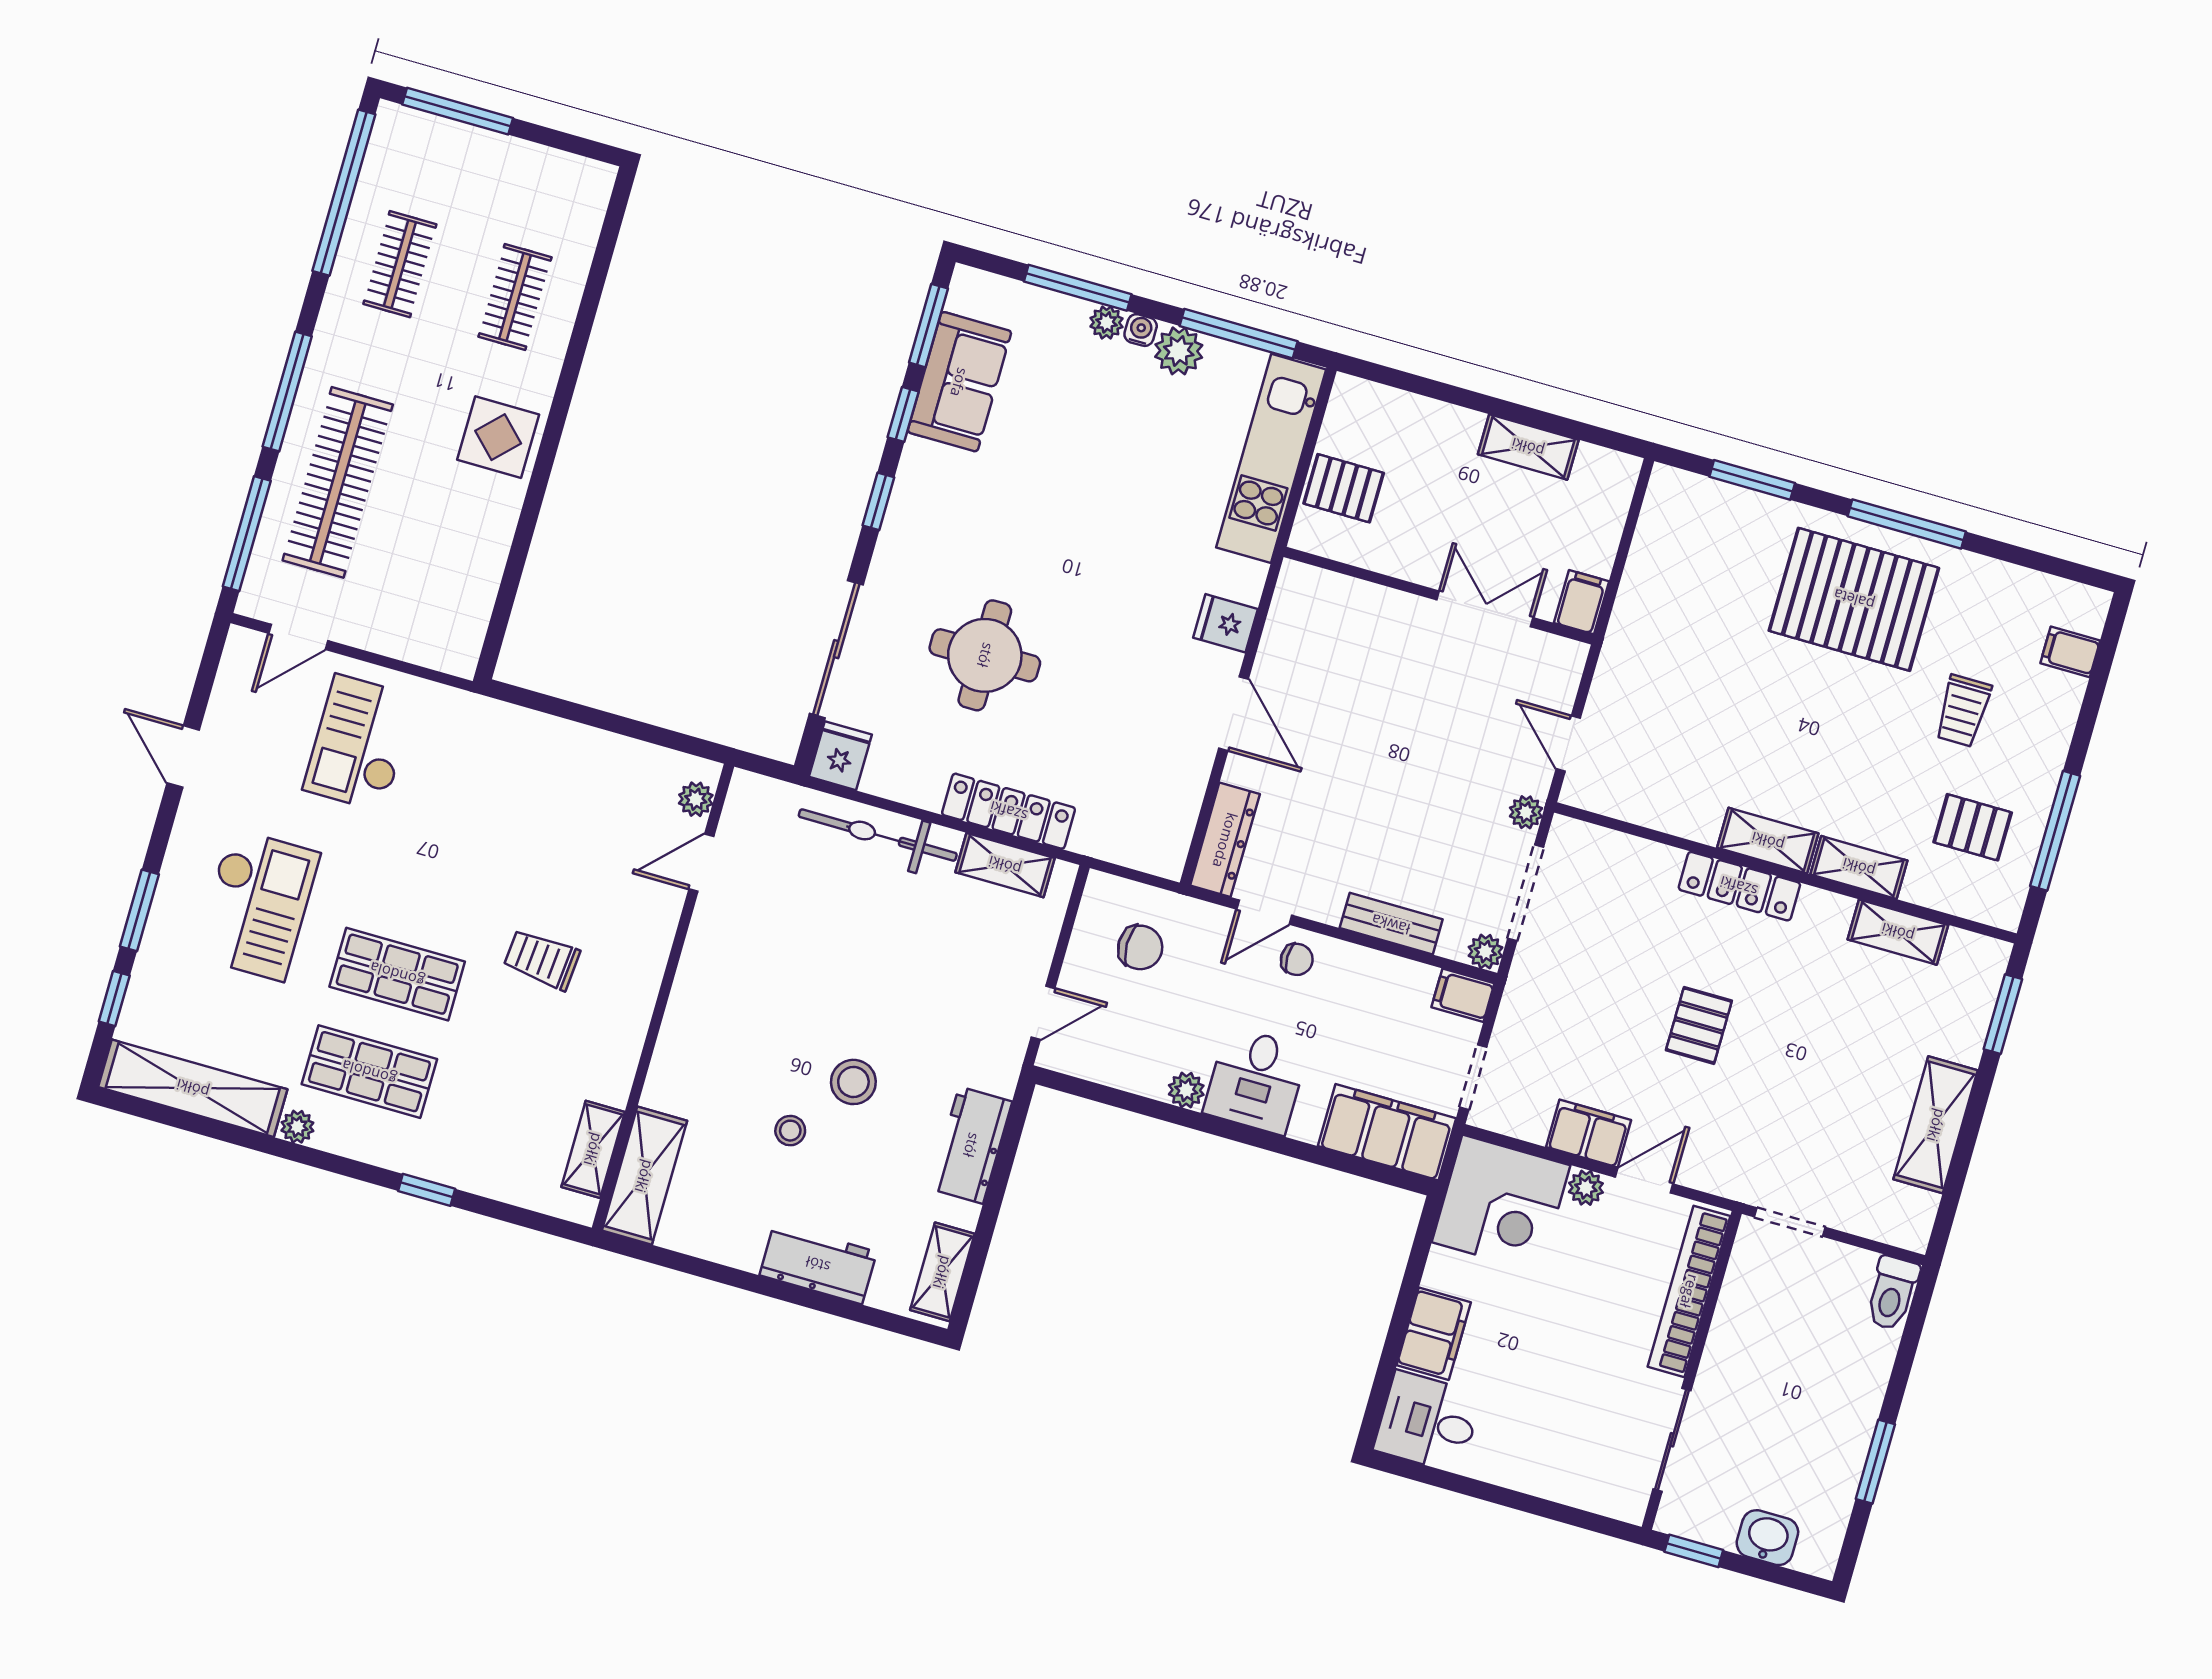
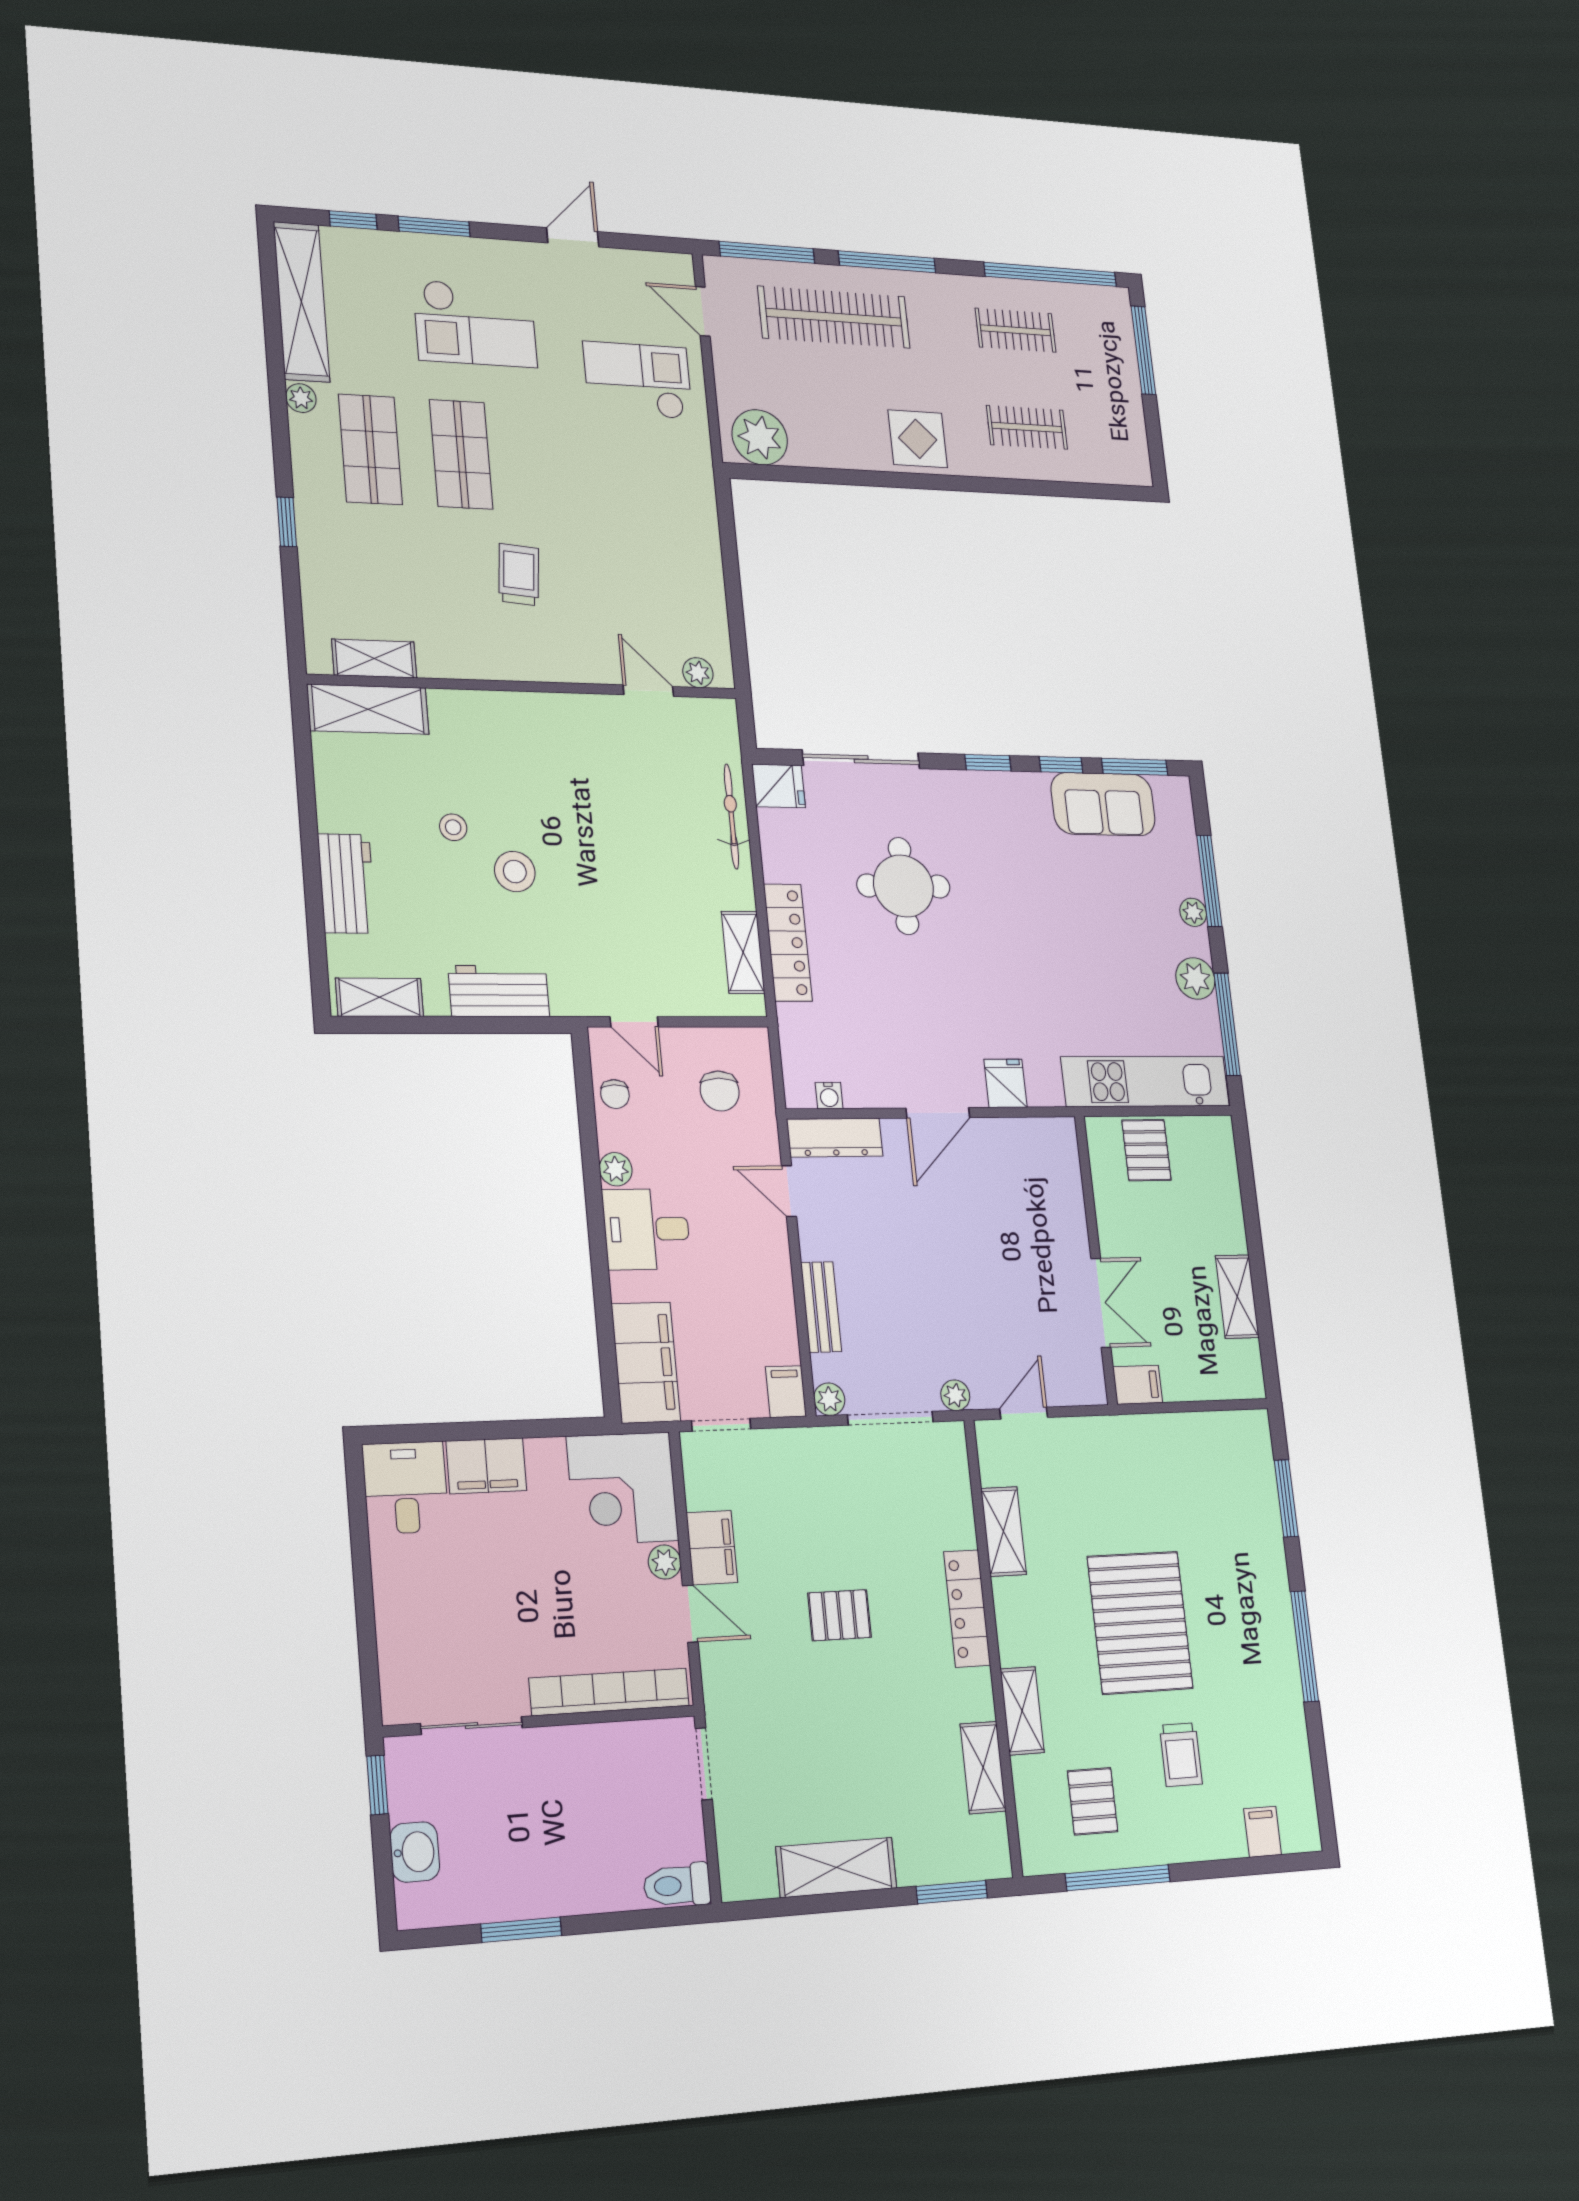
water cooler: (1141, 330) -> (829, 1096), moved, turned 90
pallet: (1854, 599) -> (1140, 1622), moved
plant: (454, 626) -> (760, 437), added
trolley: (1963, 711) -> (1181, 1755), turned -90
bicycle: (878, 835) -> (731, 816), width x0.73, depth x0.71
shelving: (1768, 841) -> (1004, 1531), moved
chair: (1297, 959) -> (615, 1094), moved

